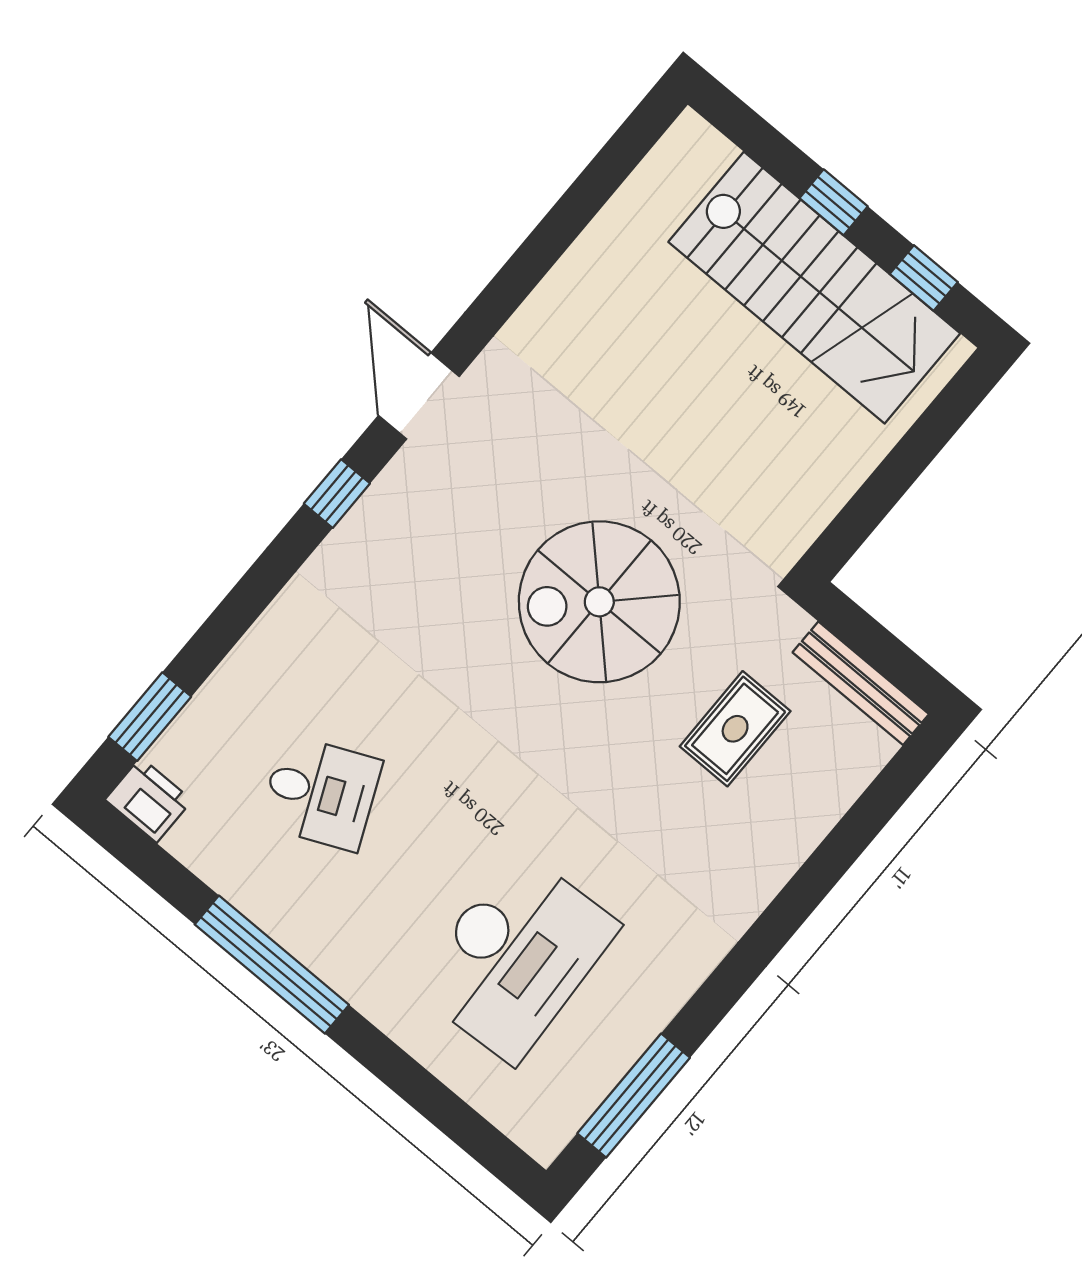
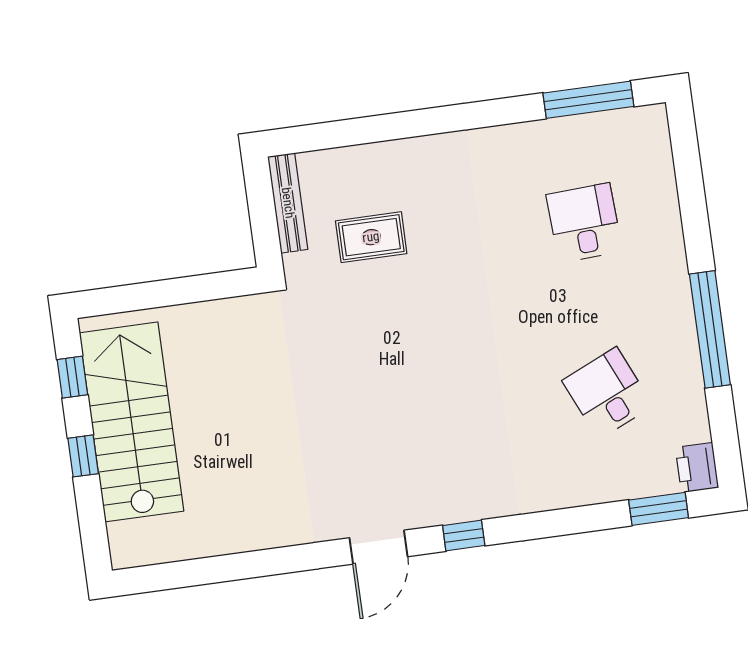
spiral stairs: (599, 602) -> (382, 362), removed
desk: (516, 956) -> (584, 223), width x0.53, depth x0.77

